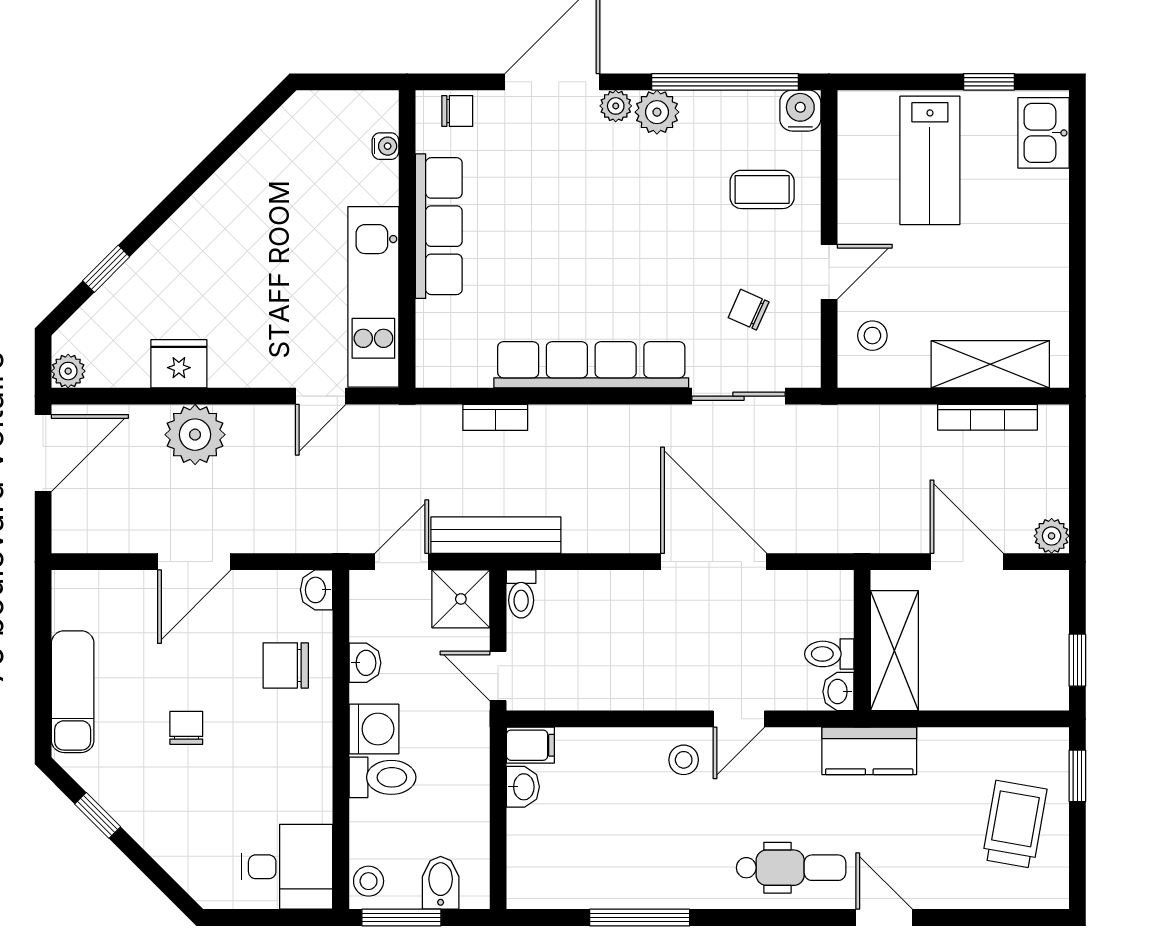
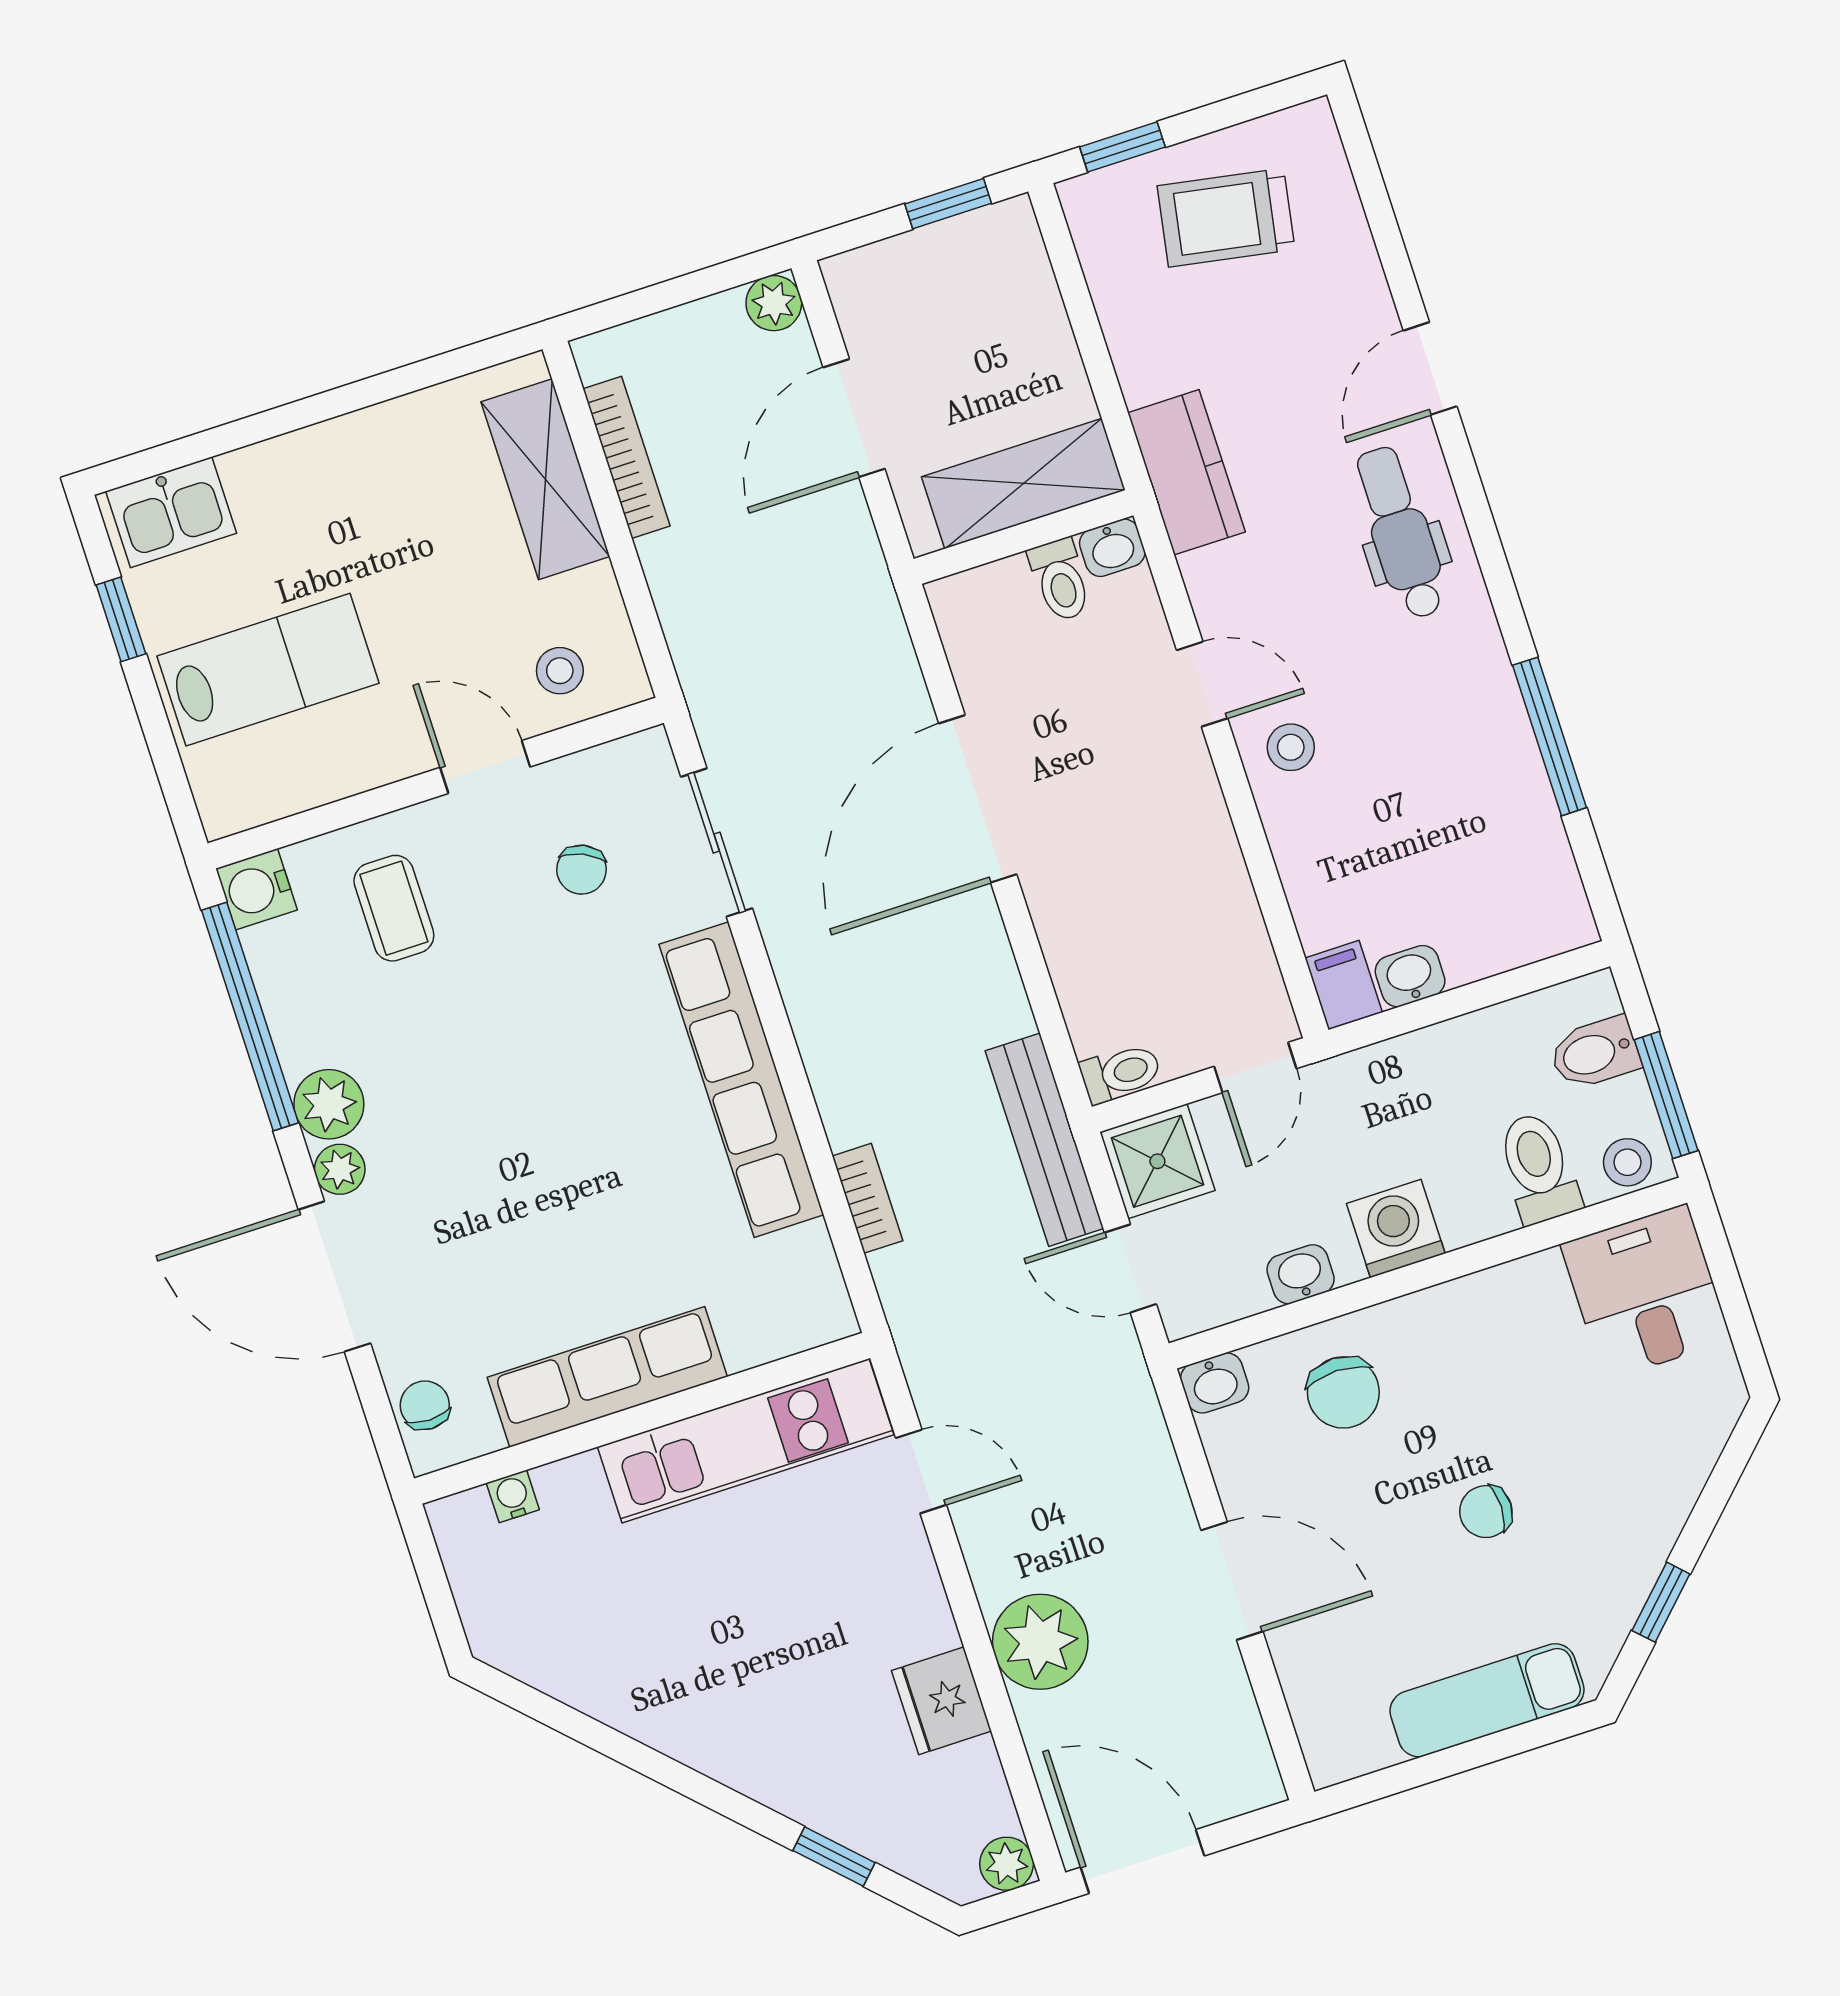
toilet: (383, 777) -> (1538, 1168), moved

